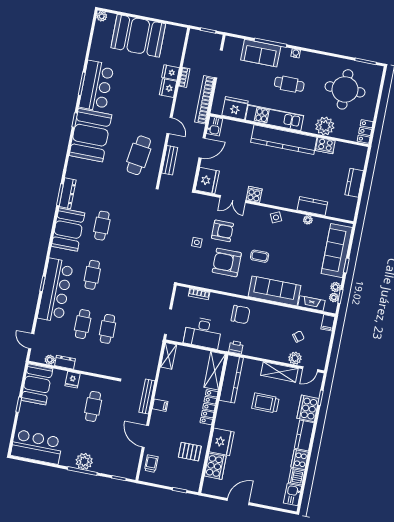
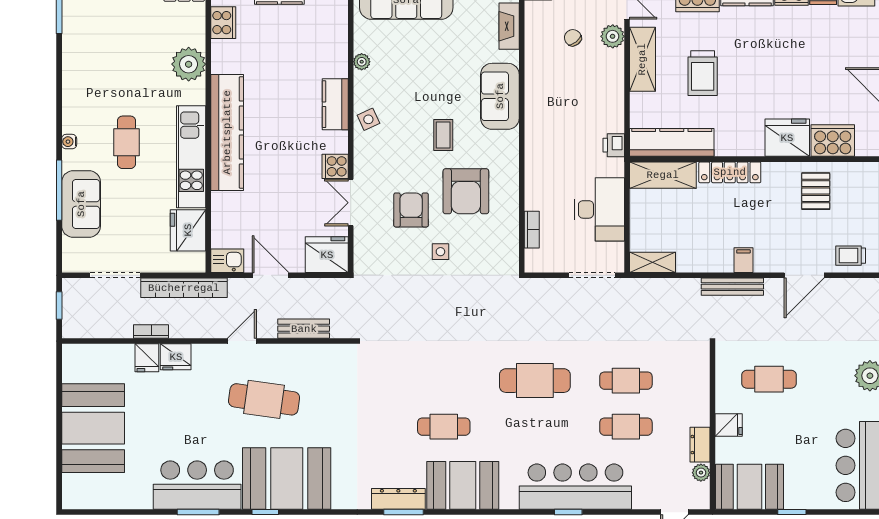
plant: (102, 16) -> (71, 500), removed
round table: (345, 89) -> (116, 41), removed
cooker: (325, 146) -> (223, 23), moved
cafe table: (139, 155) -> (264, 399), moved
double door: (233, 199) -> (351, 203), swing flipped
kitchen counter: (312, 206) -> (335, 104), moved
cafe table: (92, 275) -> (535, 381), moved, width x1.37, depth x1.35
sofa: (274, 291) -> (500, 96), width x0.73
chair: (241, 315) -> (554, 149), removed

